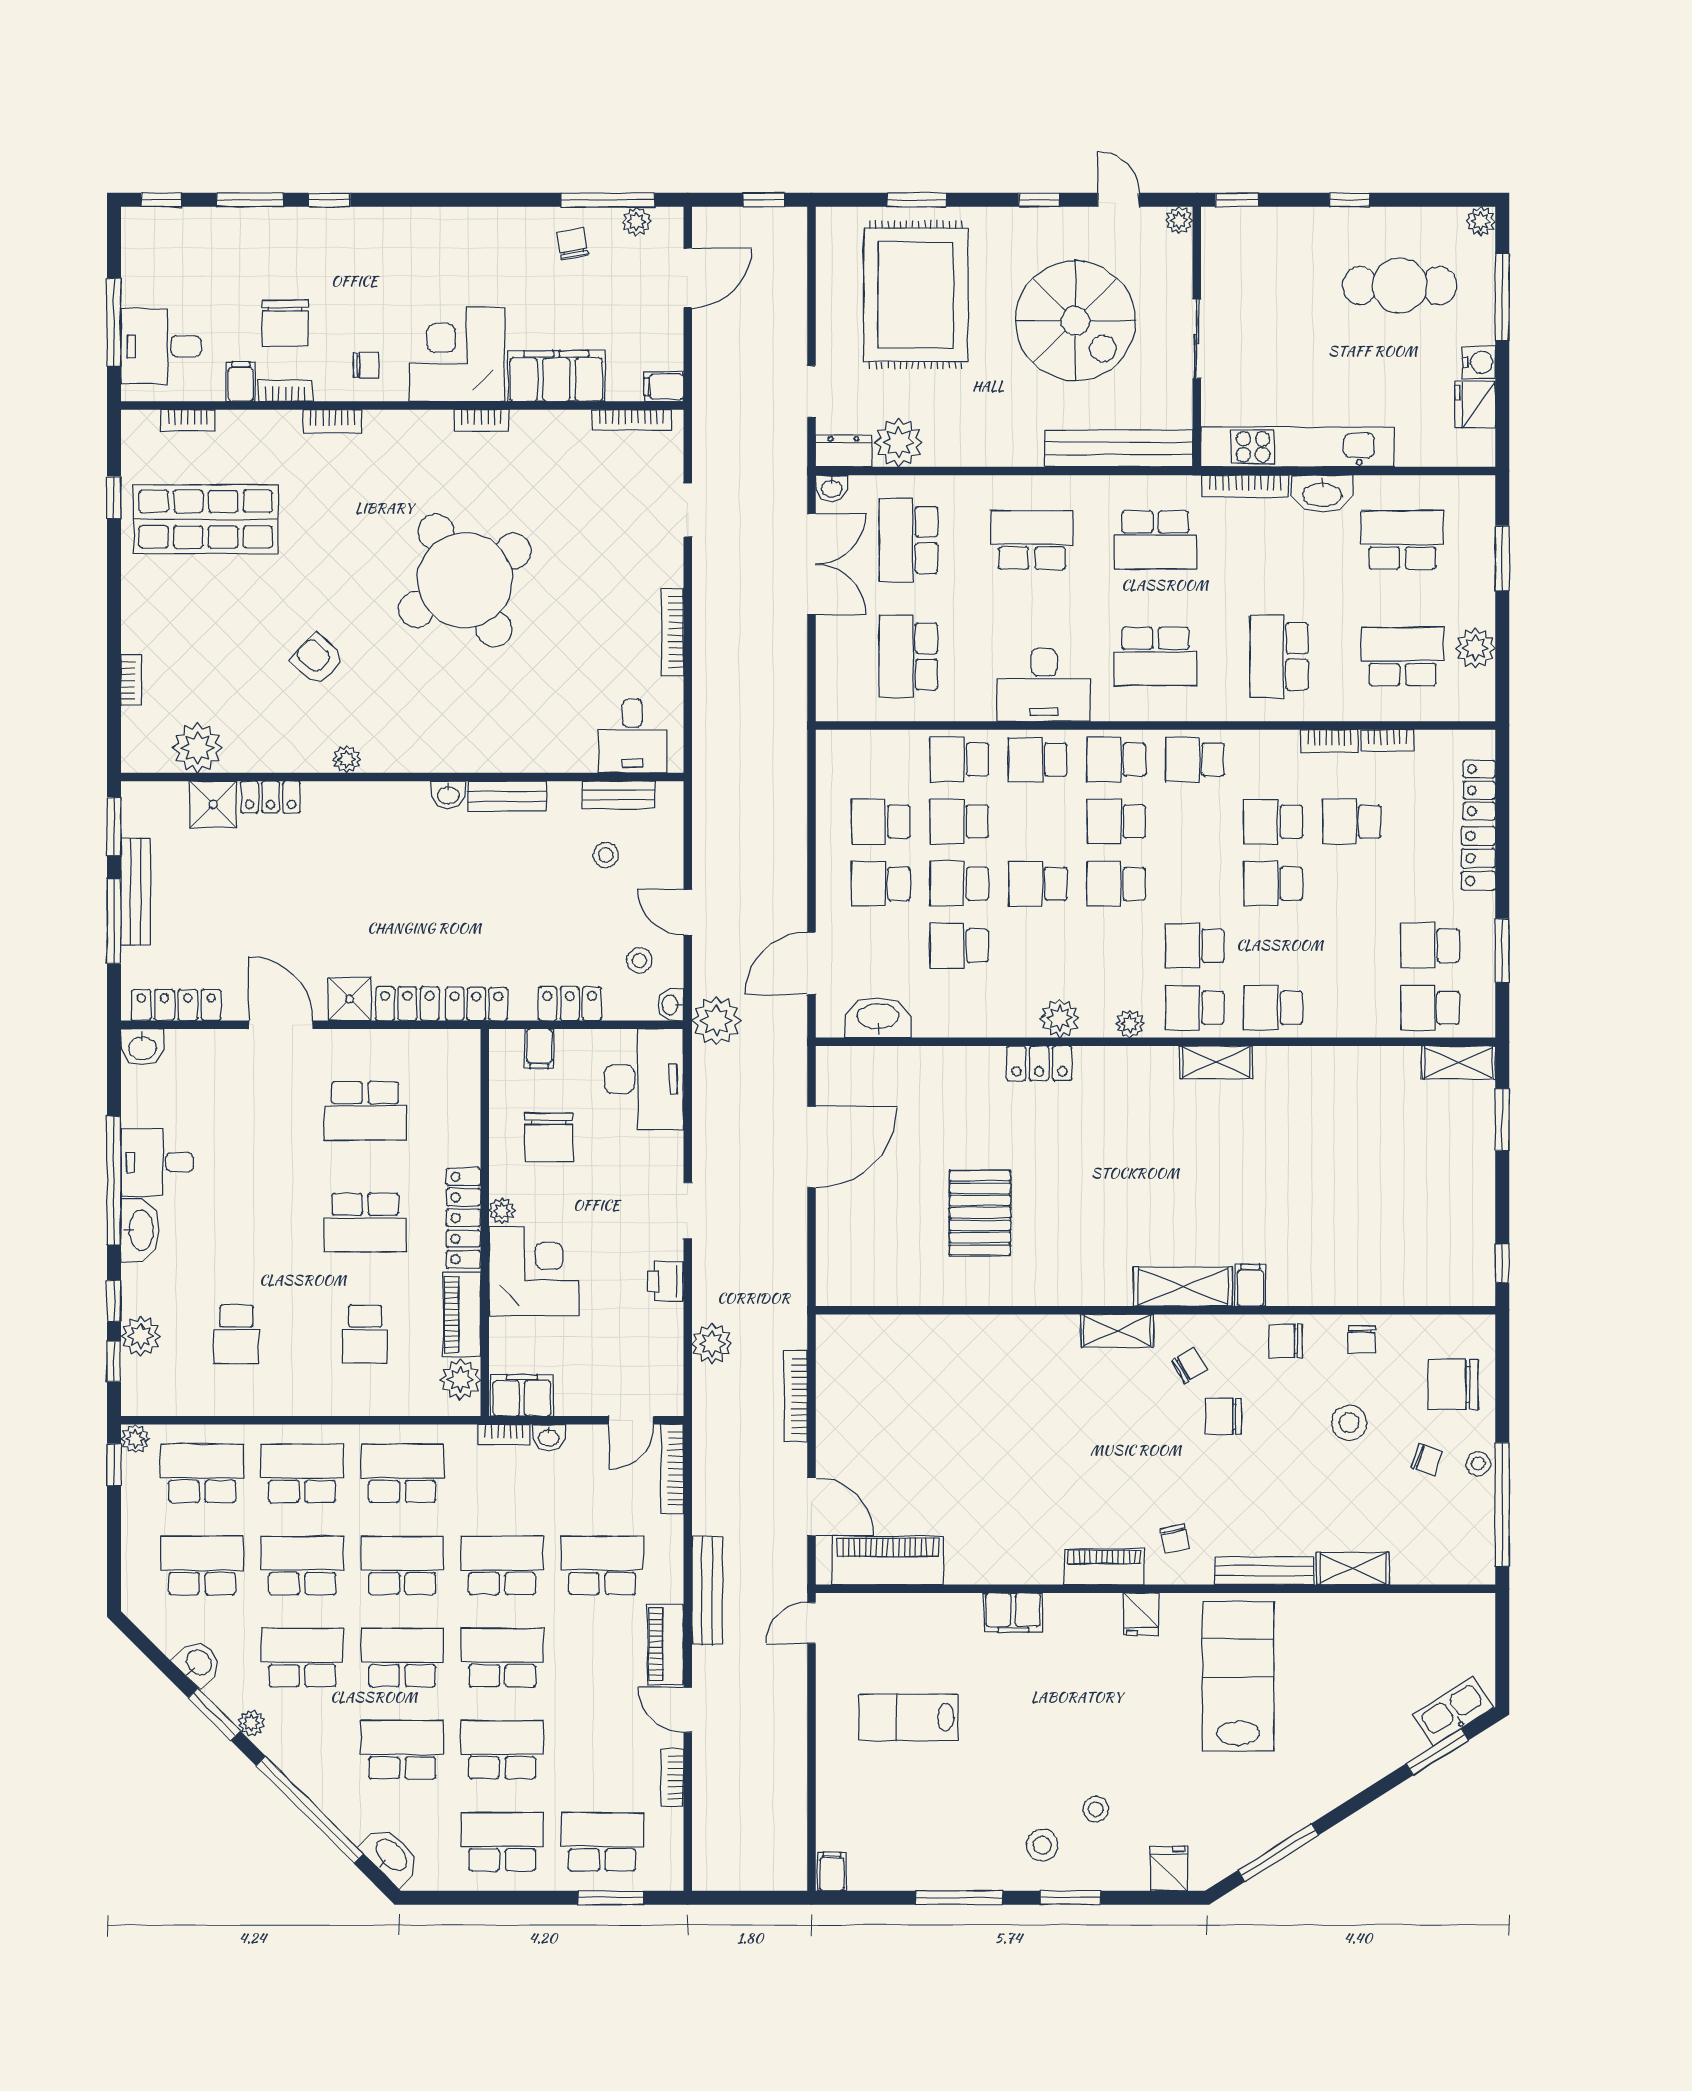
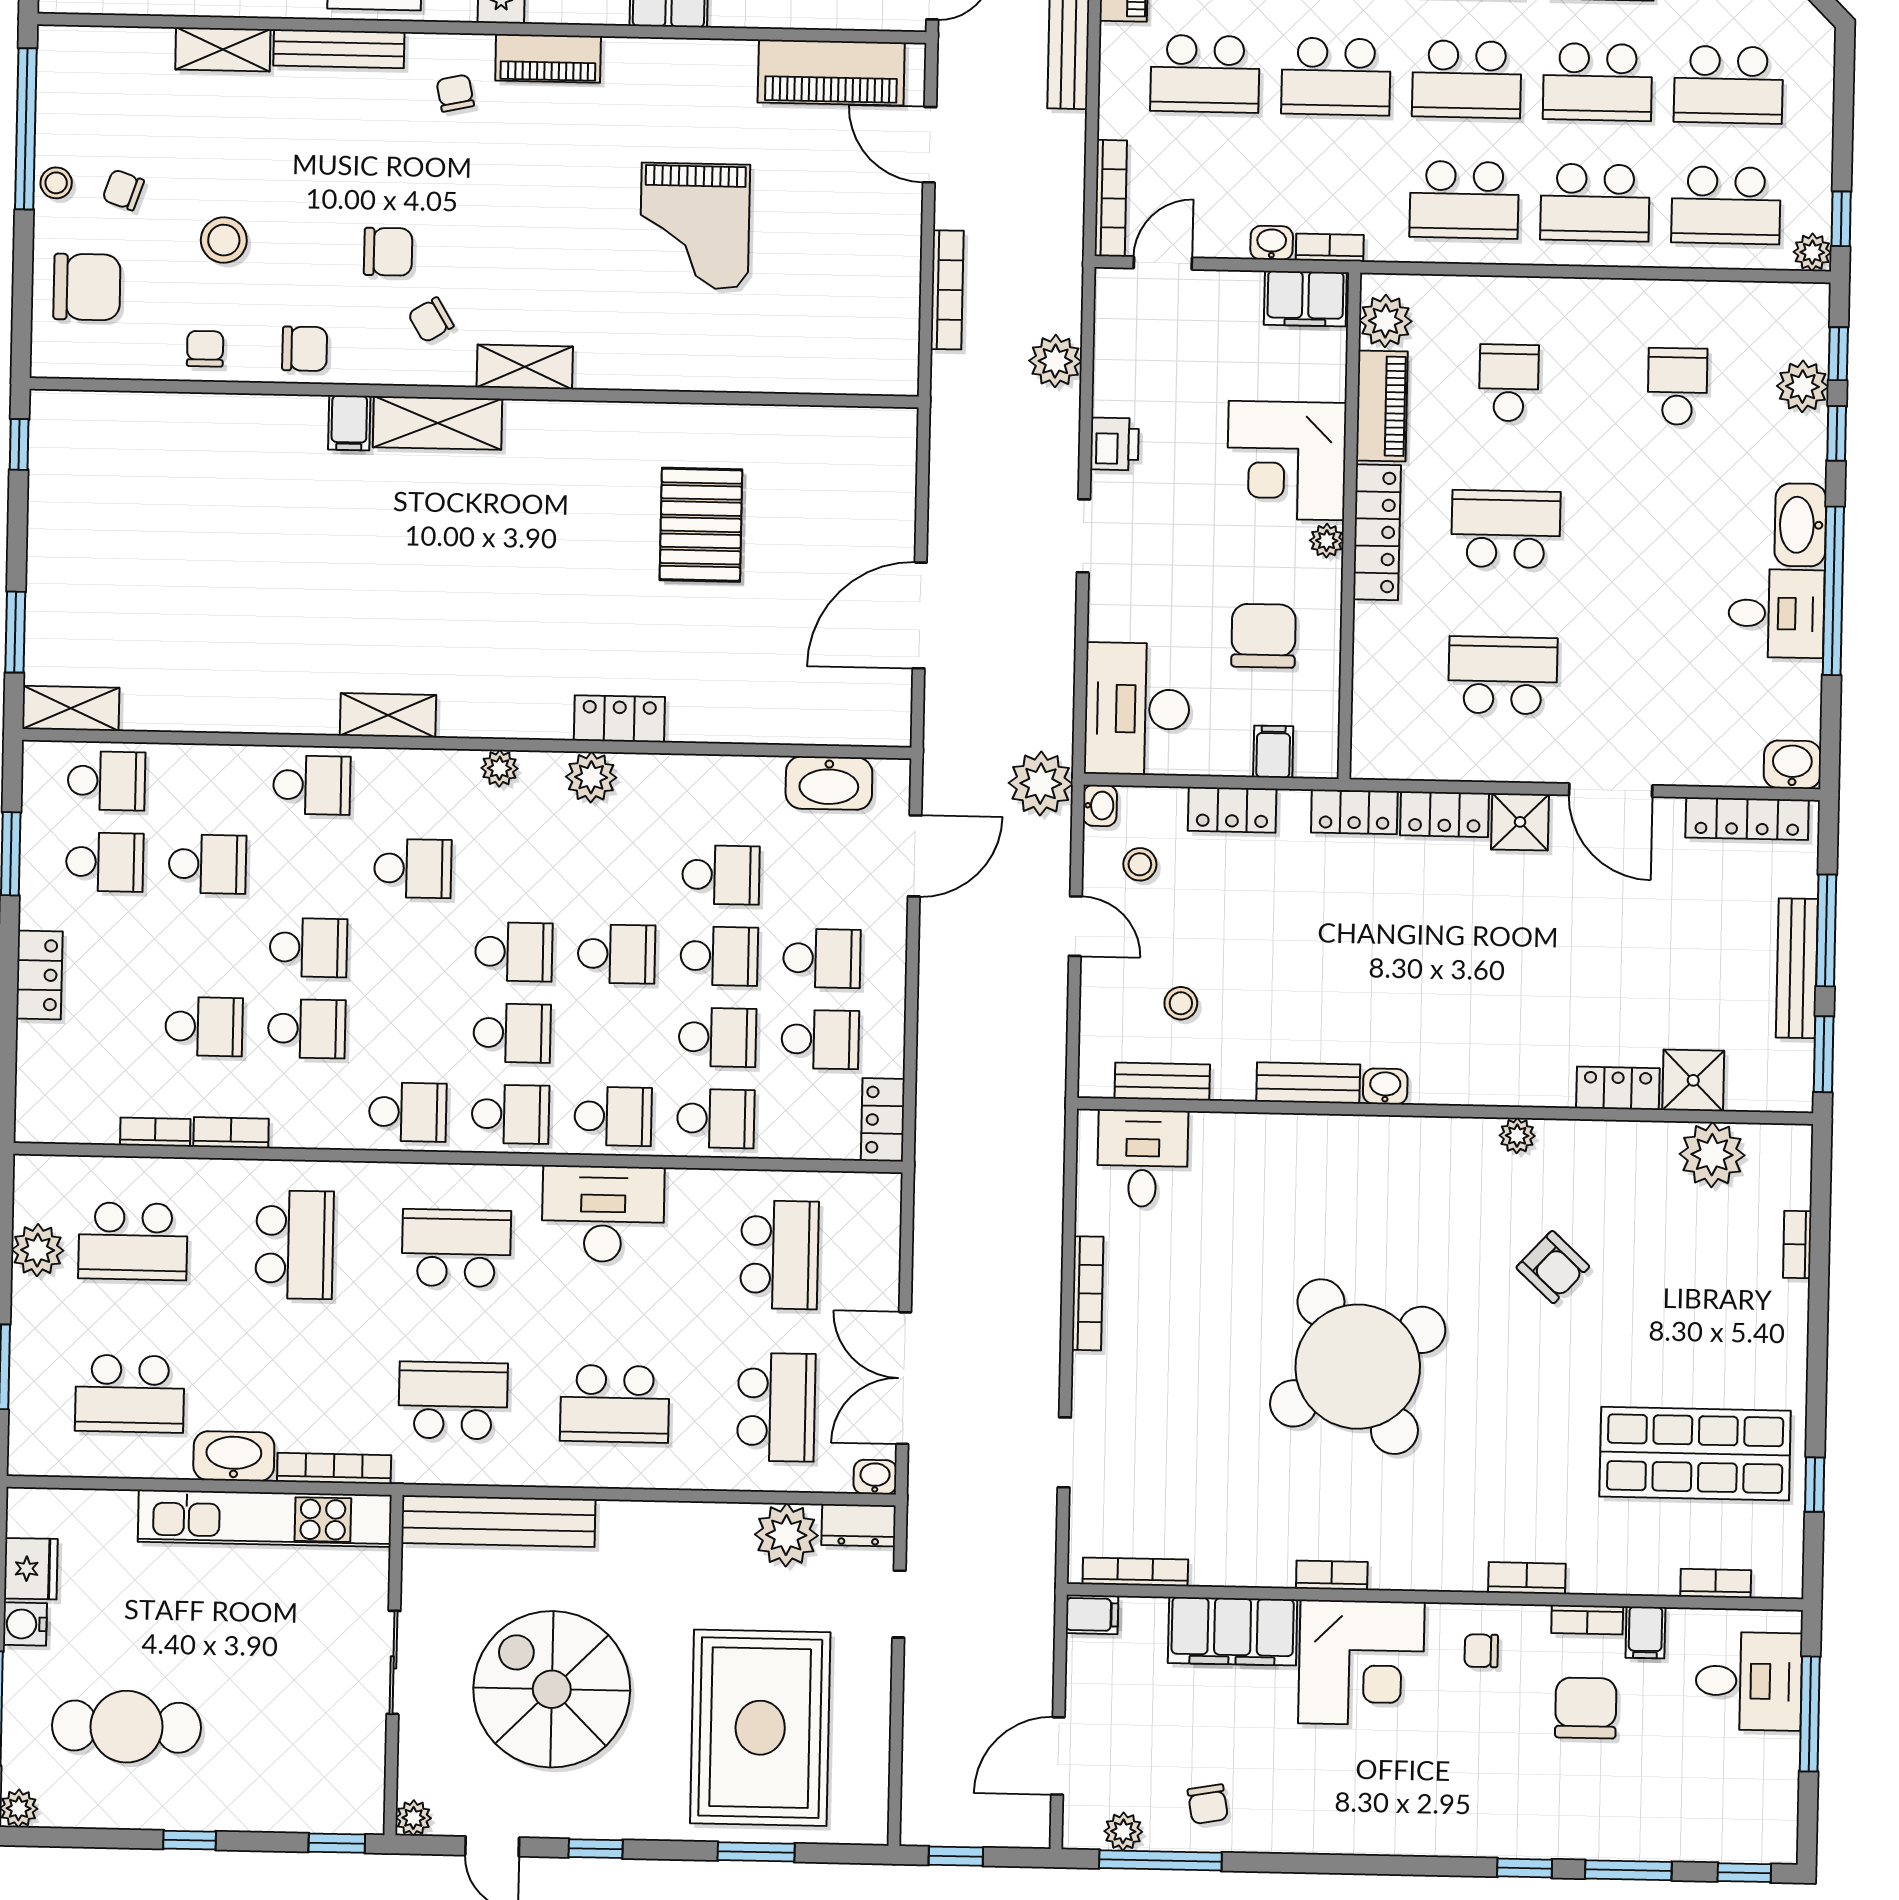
locker: (1479, 790) -> (883, 1120), moved, turned 180
school desk: (1195, 1008) -> (207, 864), moved
grand piano: (990, 1441) -> (695, 226), added

